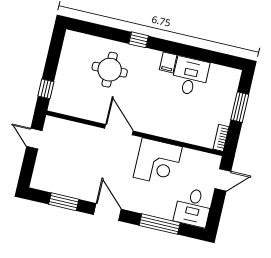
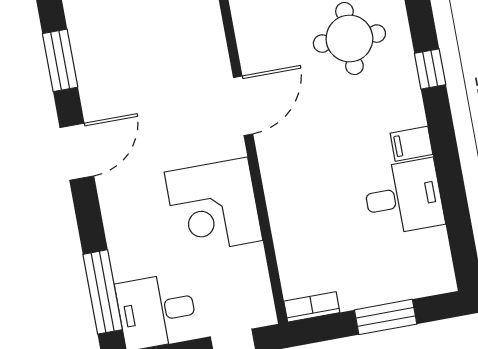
window: (160, 224) -> (103, 292), moved

